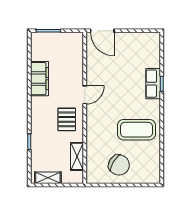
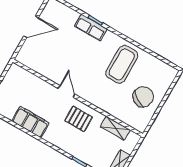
door: (102, 31) -> (31, 27), moved

